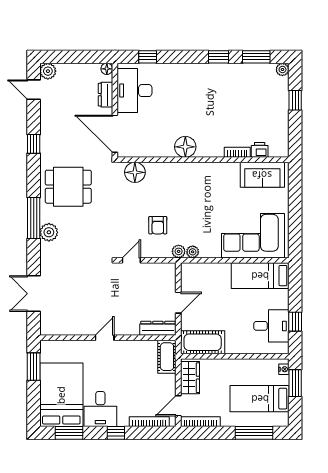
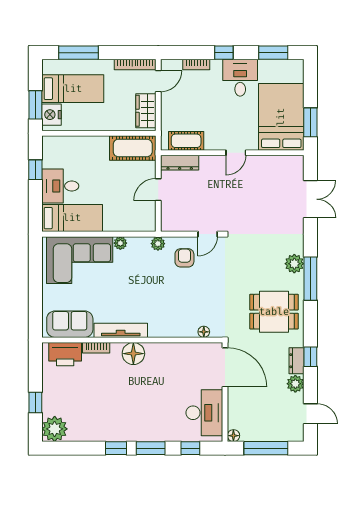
window: (76, 57) -> (266, 448), added
window: (256, 57) -> (151, 448), moved
plant: (282, 69) -> (55, 429), width x1.87, depth x1.87
plant: (48, 71) -> (295, 384), moved
dresser: (106, 95) -> (296, 361), moved, turned 180
floor lamp: (185, 147) -> (133, 354), moved
printer: (260, 150) -> (65, 354), width x1.87, depth x1.48
tv unit: (214, 169) -> (121, 330), added
floor lamp: (135, 172) -> (204, 332), width x0.53, depth x0.53
armchair: (158, 225) -> (184, 258), moved
plant: (193, 252) -> (120, 243), moved
desk: (271, 326) -> (60, 186), moved
cot: (167, 357) -> (186, 141), moved, turned 90
nightstand: (284, 369) -> (51, 115), width x1.89, depth x1.79
bed: (61, 395) -> (281, 117), moved, turned 180
bookcase: (149, 422) -> (196, 65), width x0.64

